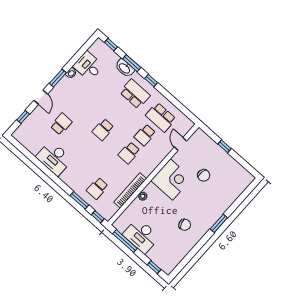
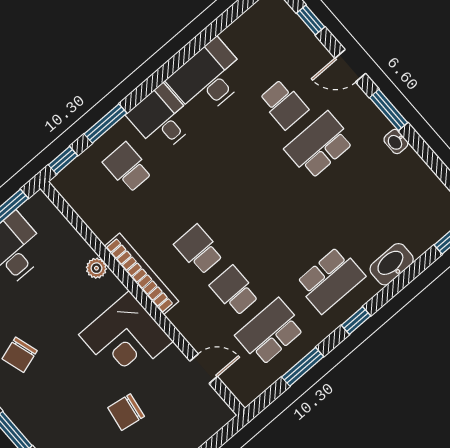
window: (132, 63) -> (303, 367), moved
desk: (88, 66) -> (162, 119), moved, turned -90
school desk: (103, 129) -> (319, 145), moved, width x1.85
bookcase: (130, 190) -> (142, 274), moved

